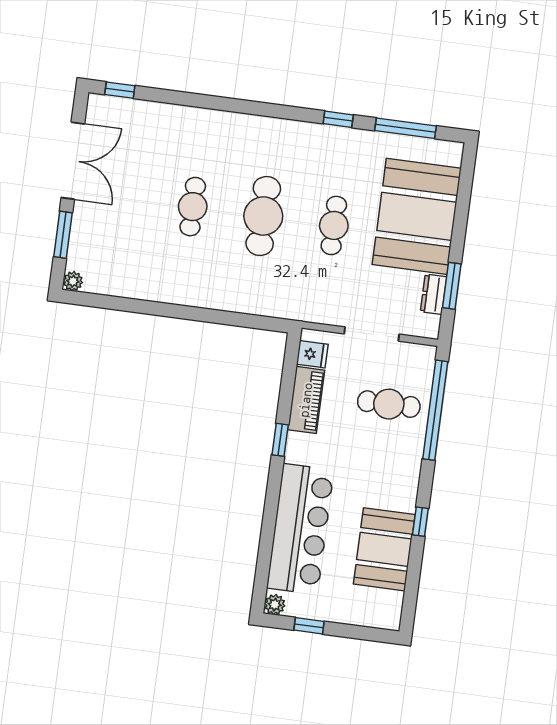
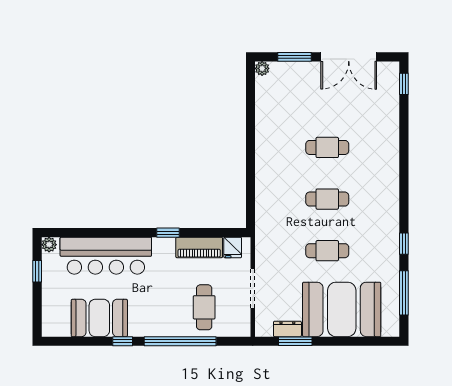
cafe table: (263, 216) -> (327, 199), width x0.73, depth x0.74
window: (435, 410) -> (180, 341), moved

